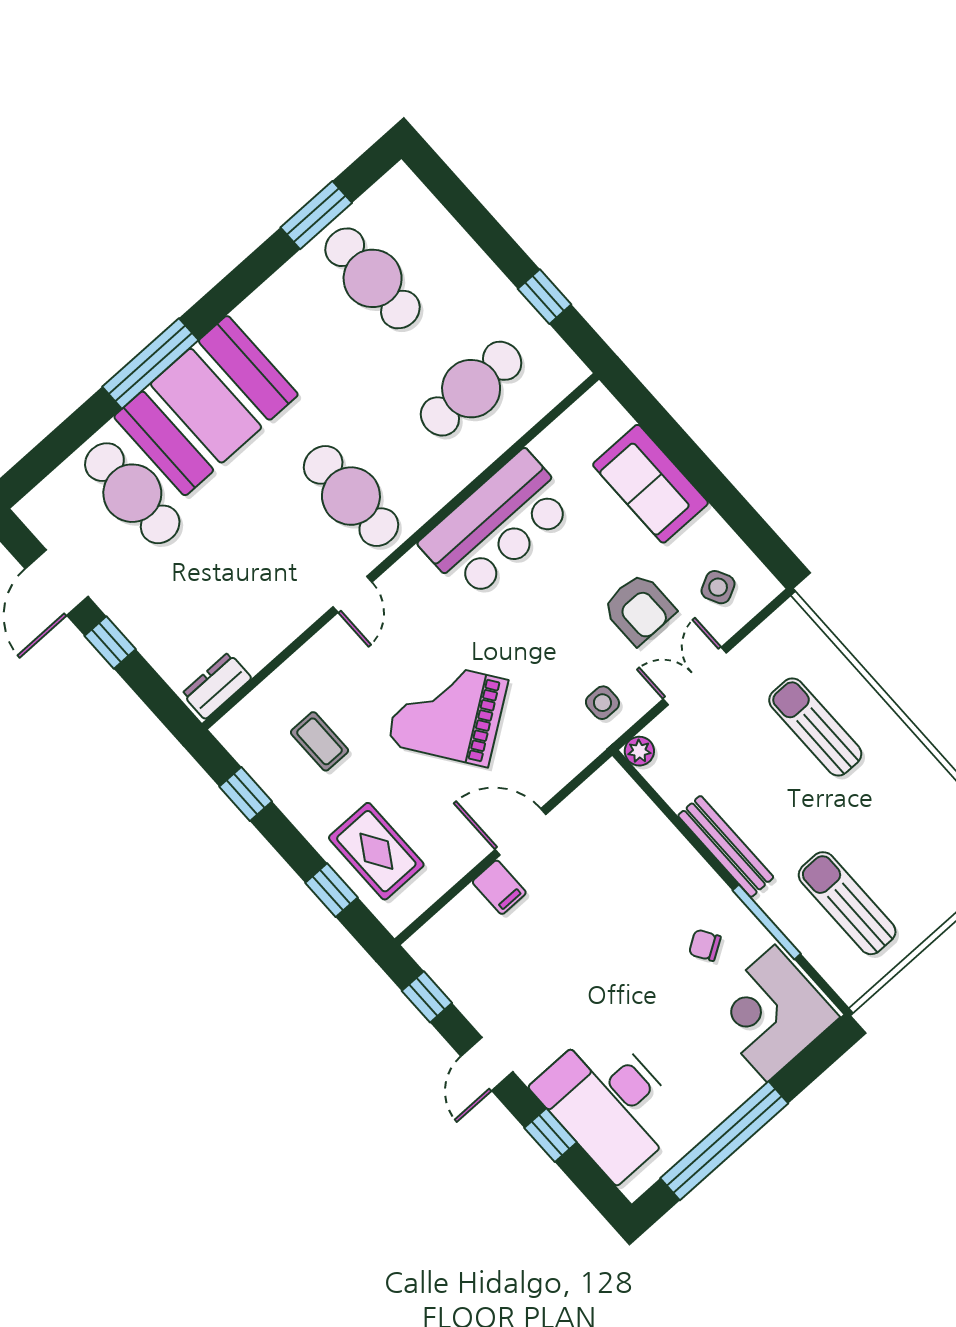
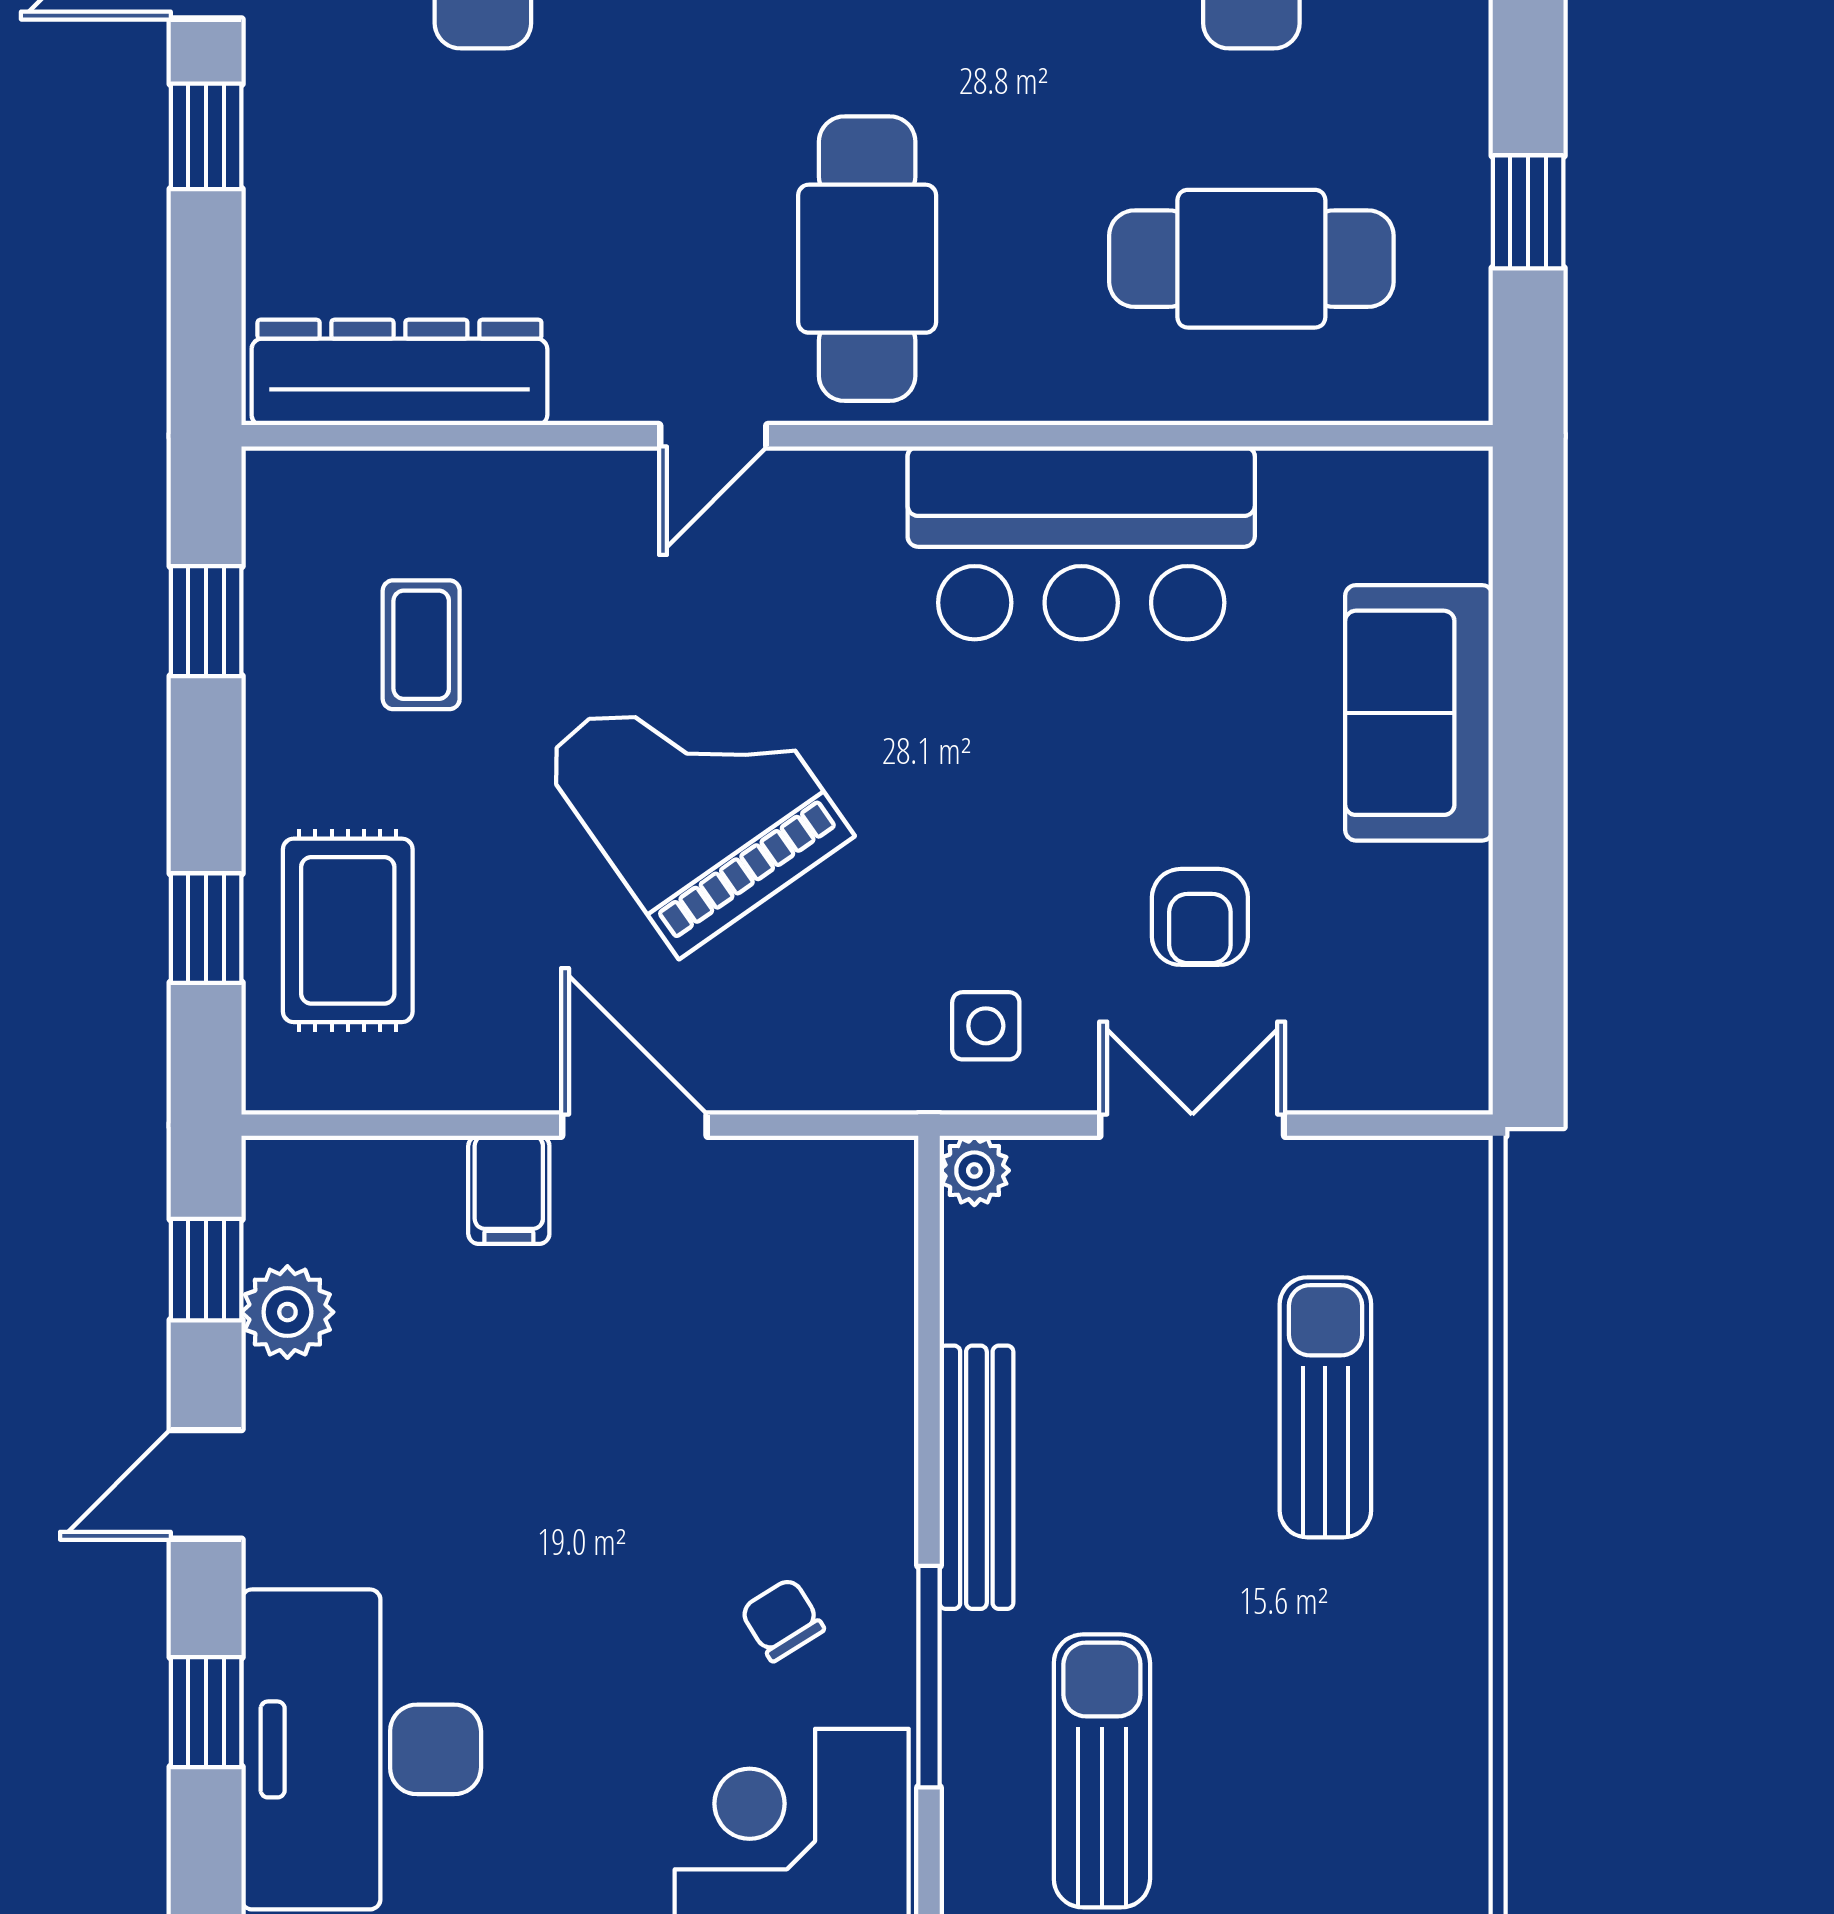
side table: (718, 587) -> (1375, 1004), removed
armchair: (639, 609) -> (1200, 917), width x0.72, depth x0.72
dresser: (217, 686) -> (399, 372), width x1.96, depth x1.24
plant: (464, 987) -> (287, 1312), added

